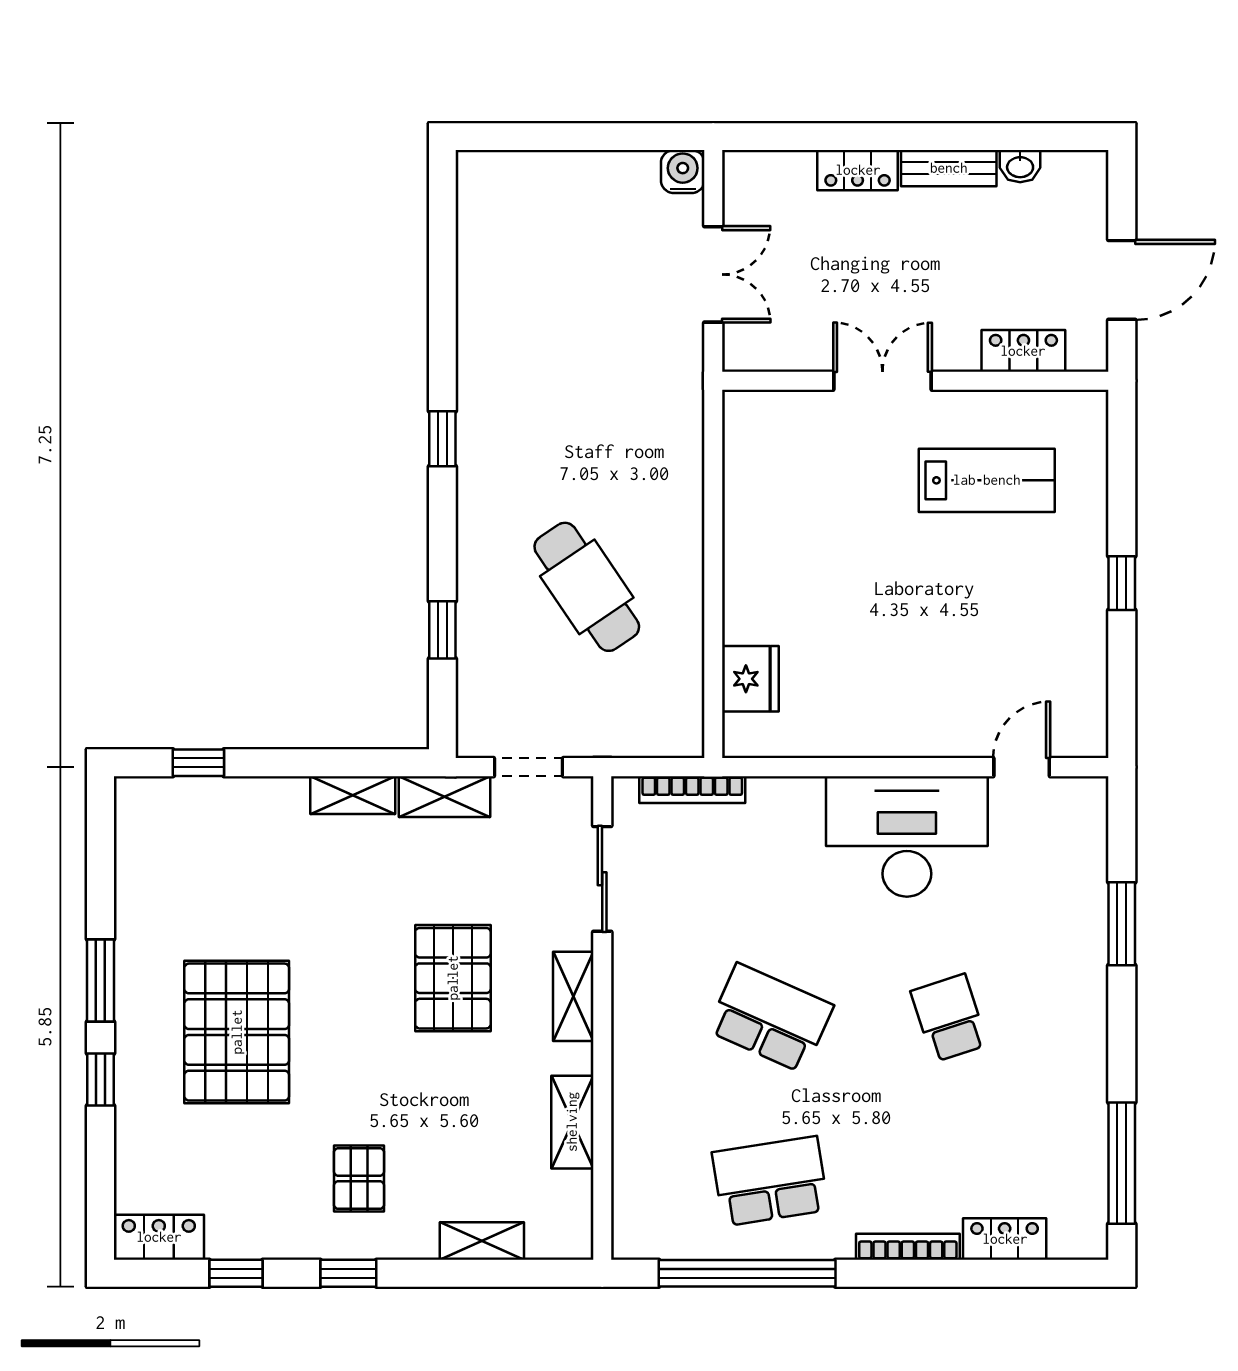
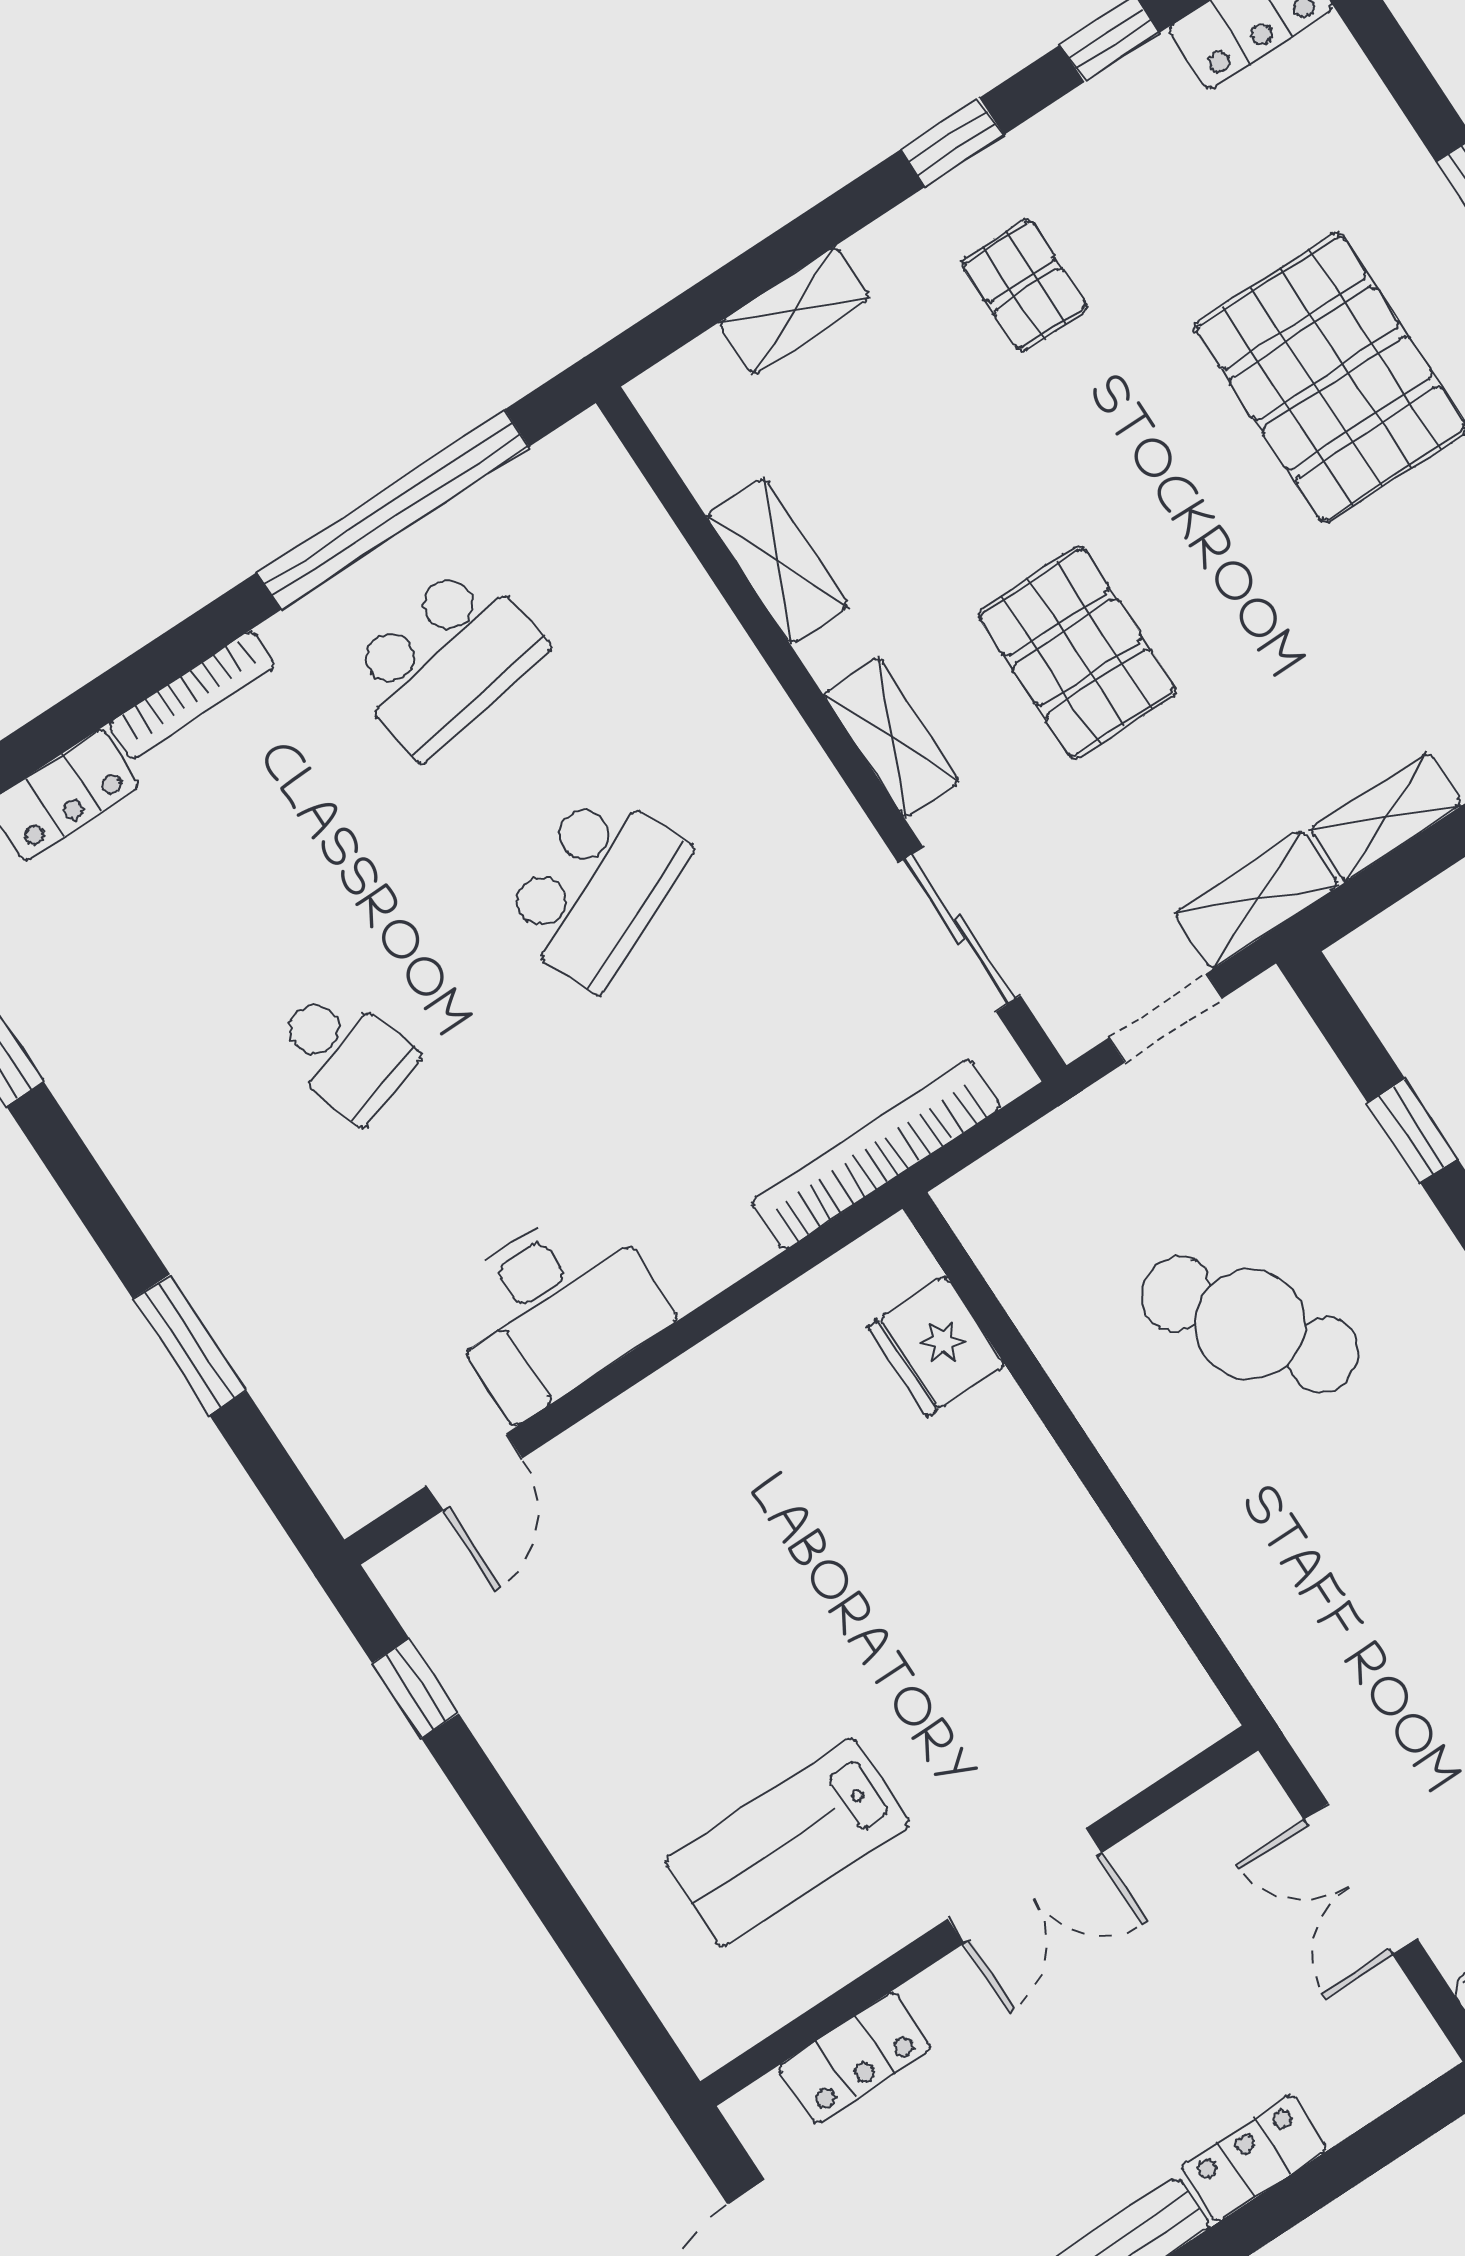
window: (1122, 583) -> (415, 1688), moved
bookcase: (692, 790) -> (876, 1155), width x1.48, depth x1.31
desk: (907, 836) -> (554, 1309), width x0.73, depth x0.77
school desk: (770, 1018) -> (596, 889), turned -48

